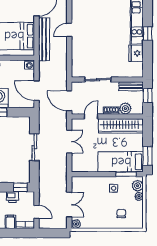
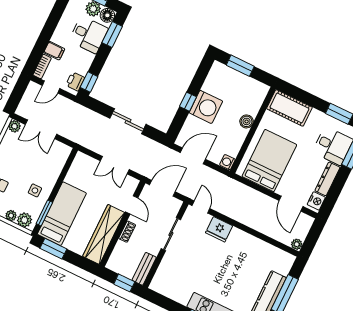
door: (69, 30) -> (201, 207), moved
bench: (44, 39) -> (249, 194), removed
fridge: (136, 53) -> (219, 229), moved, turned 180
plant: (125, 109) -> (121, 250), removed
printer: (12, 197) -> (75, 81), moved

